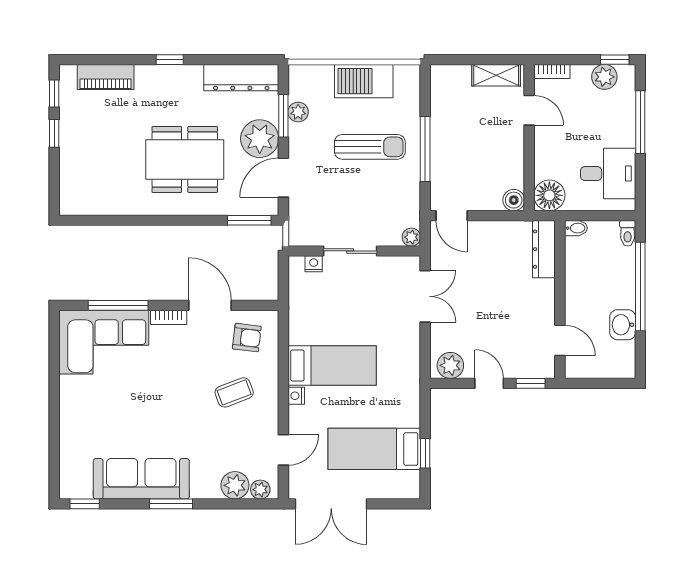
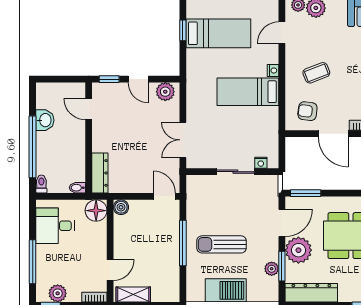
door: (529, 110) -> (110, 270), swing flipped
plant: (411, 237) -> (193, 181), removed

